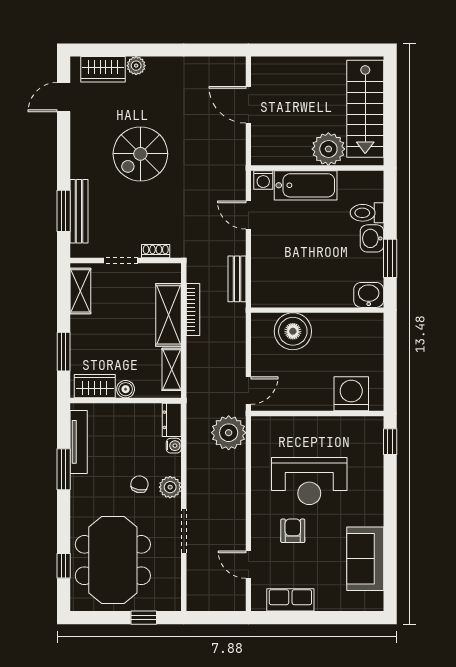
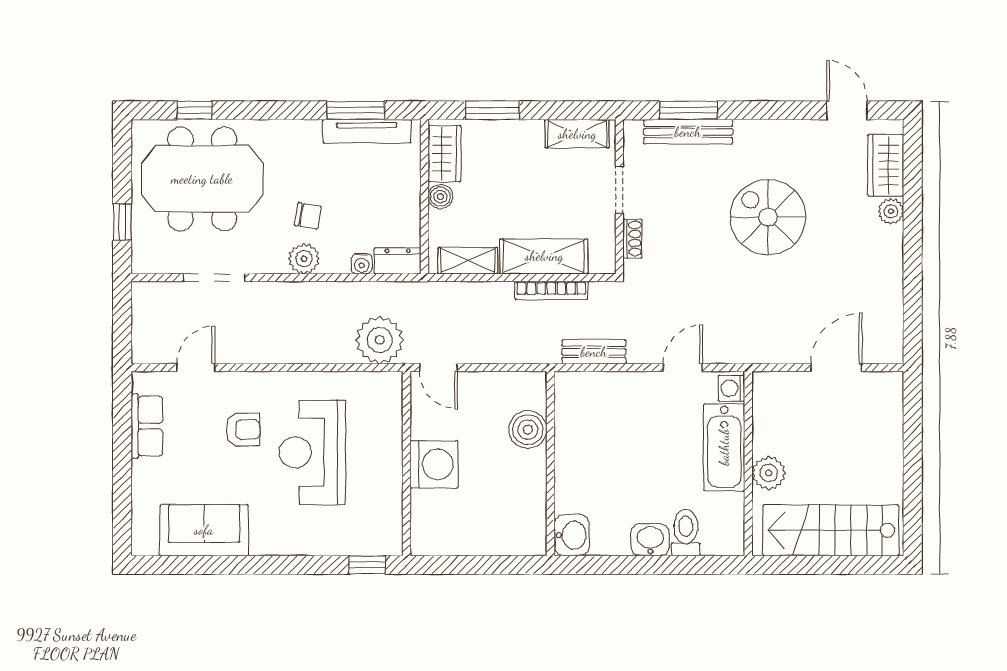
plant: (328, 149) -> (769, 473), width x0.73, depth x0.73
window: (390, 258) -> (623, 565), removed
boiler: (293, 331) -> (528, 430), width x0.73, depth x0.73
washing machine: (351, 394) -> (434, 464), moved
window: (64, 469) -> (356, 110), moved
doorway: (184, 531) -> (214, 278), moved

